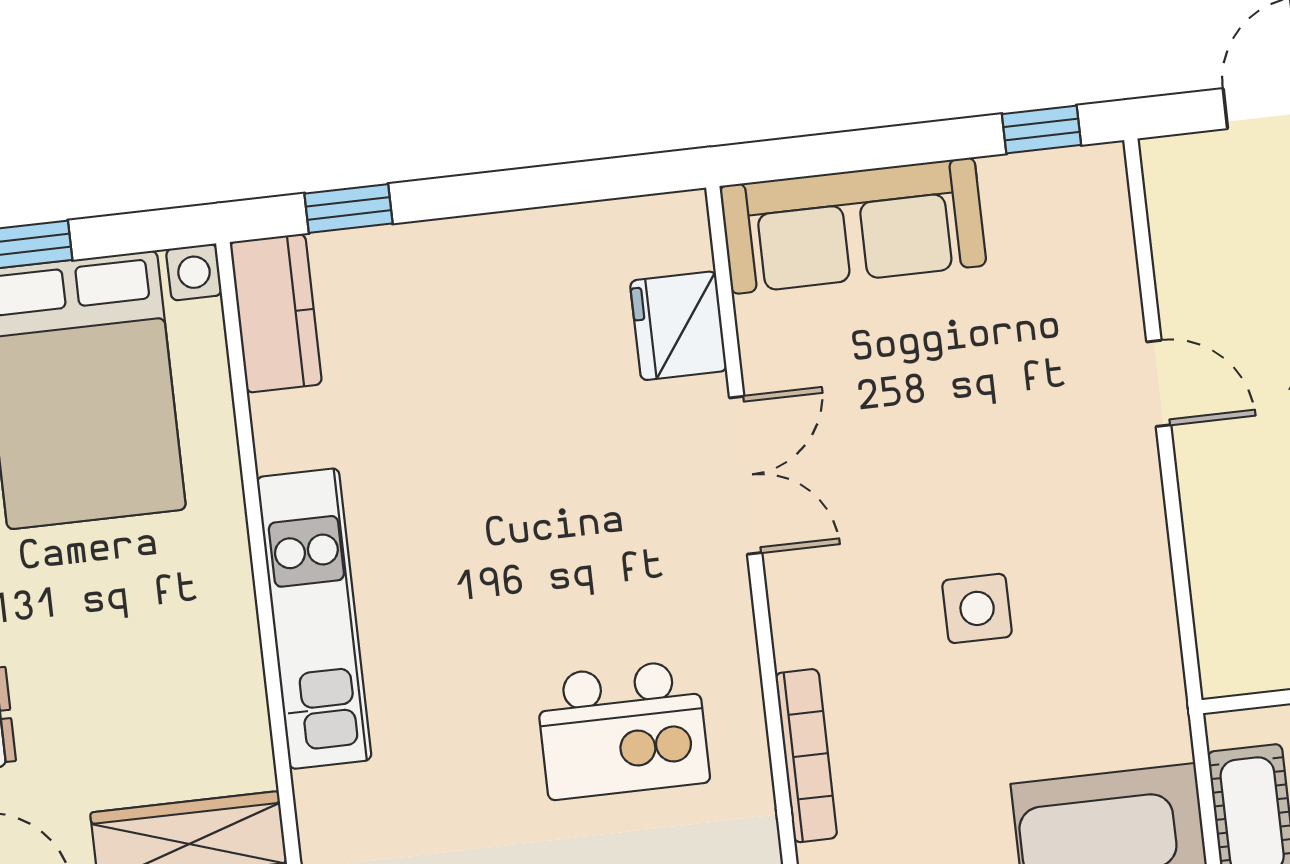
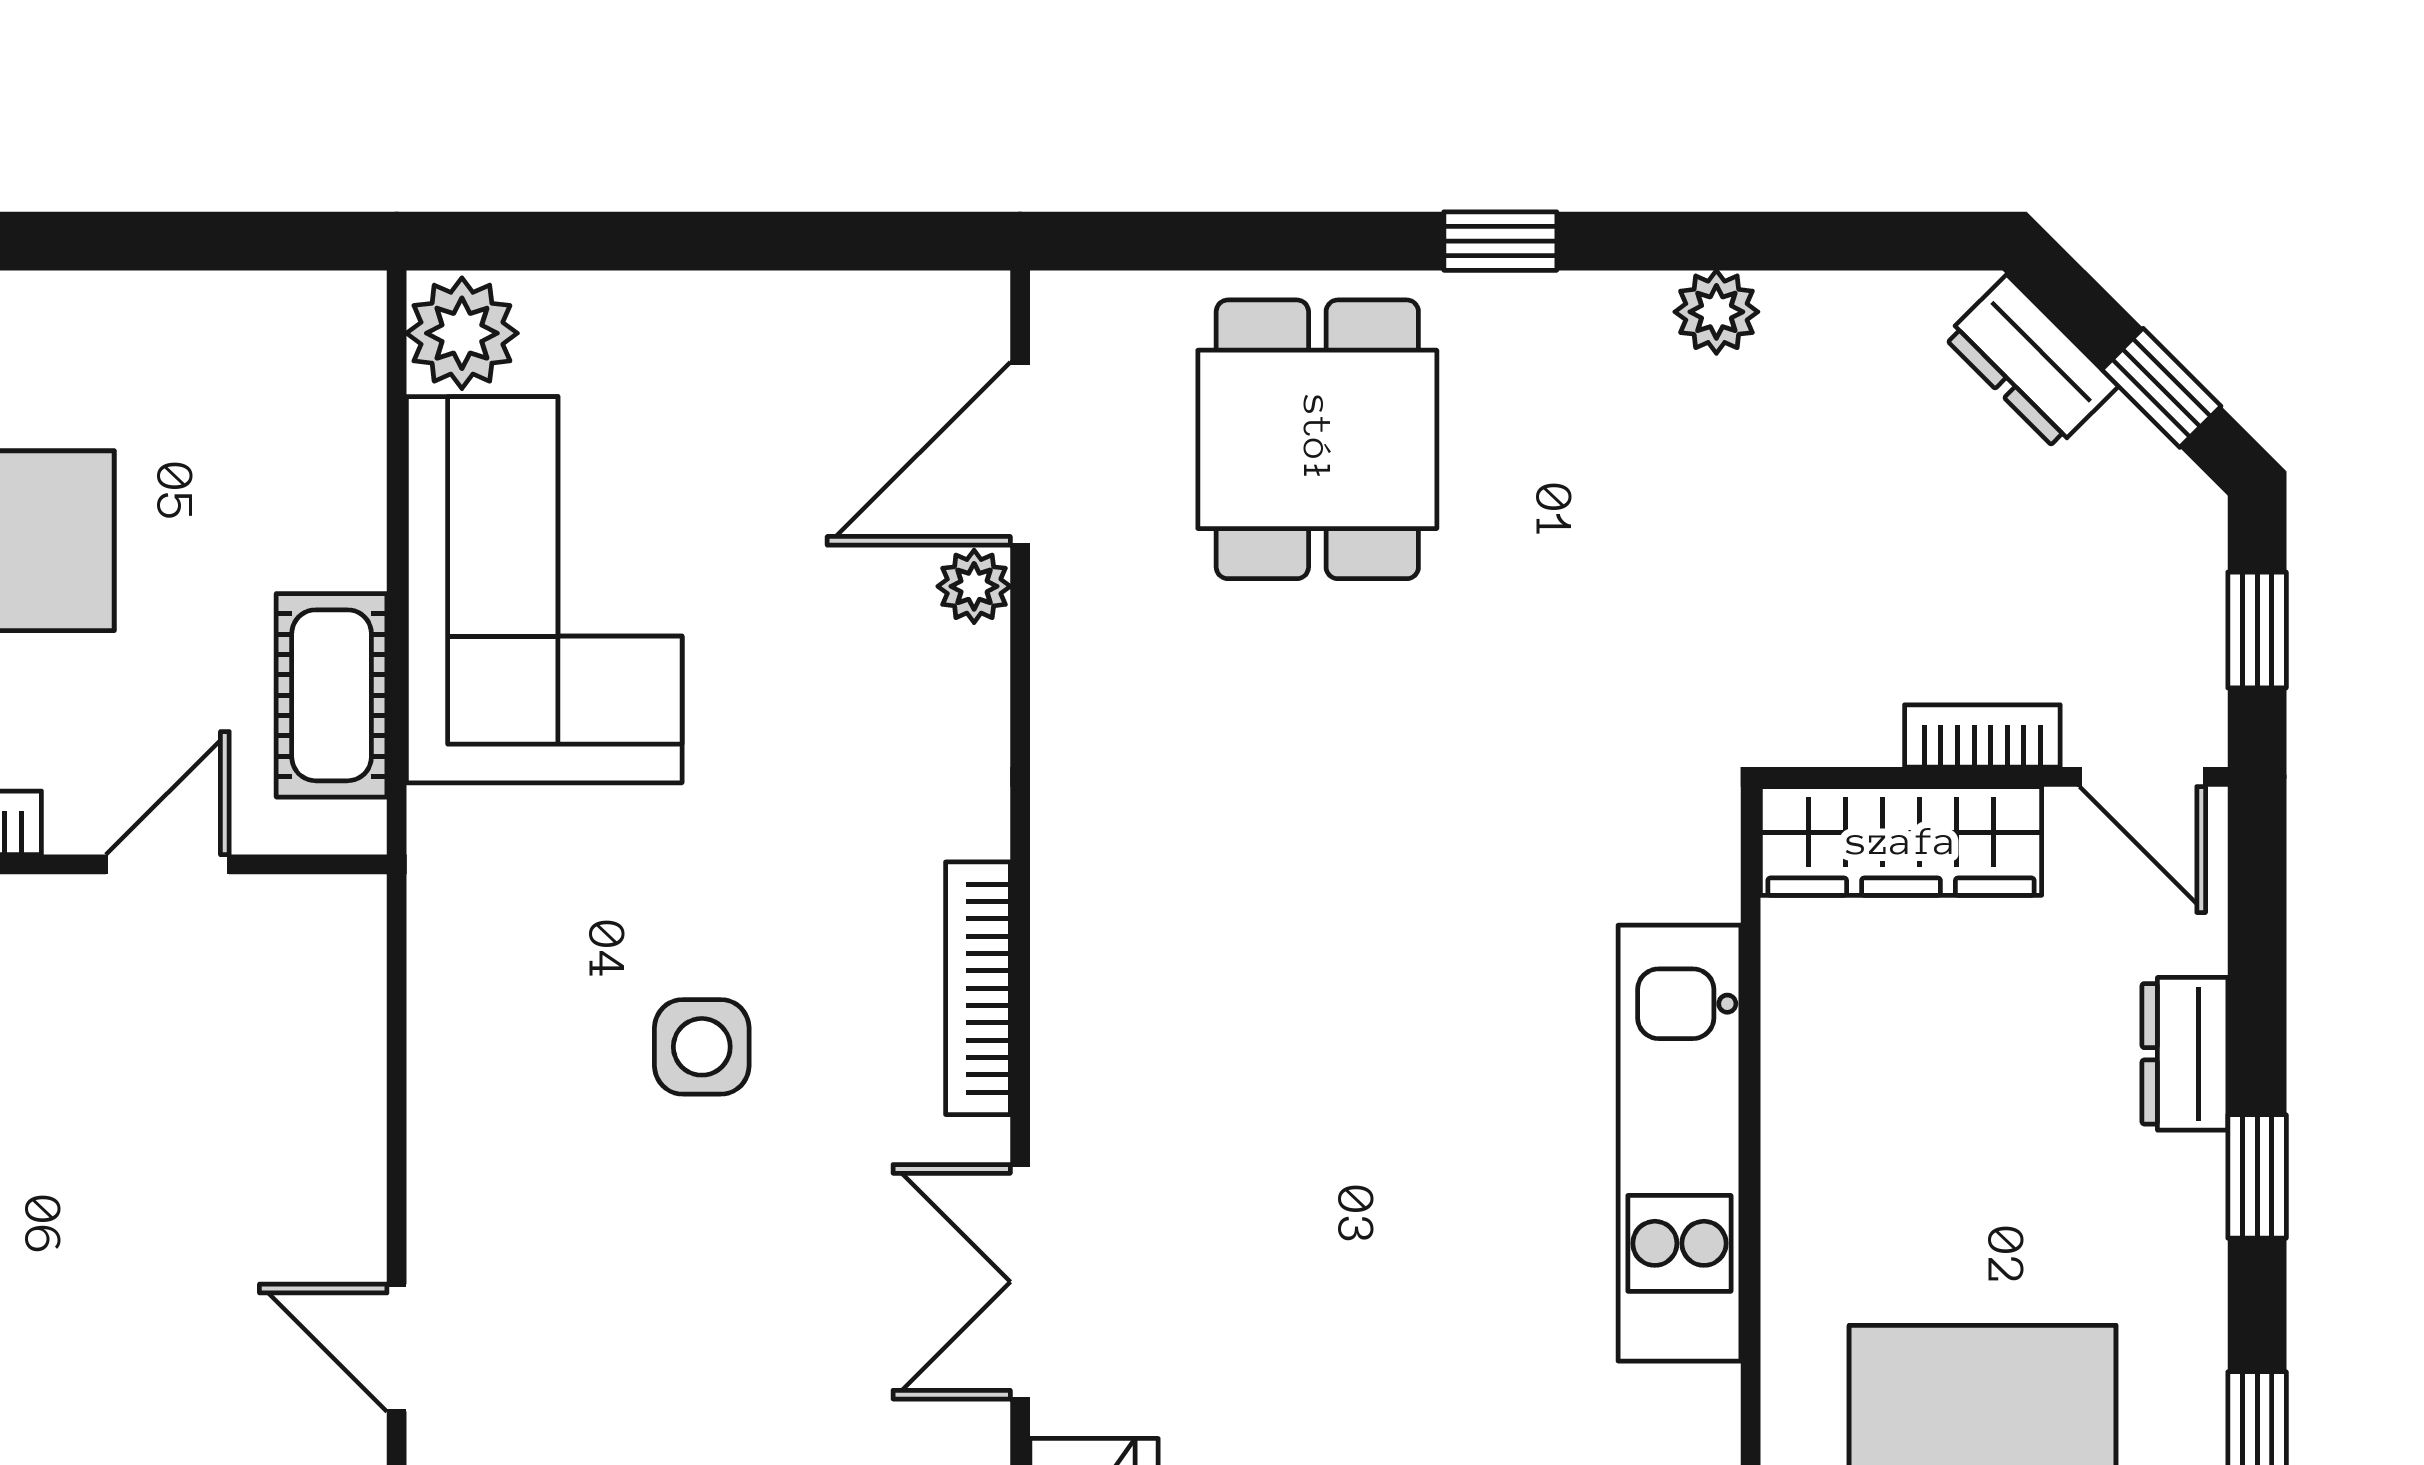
kitchen island: (623, 730) -> (1244, 928), removed
bookcase: (806, 756) -> (978, 988), moved

